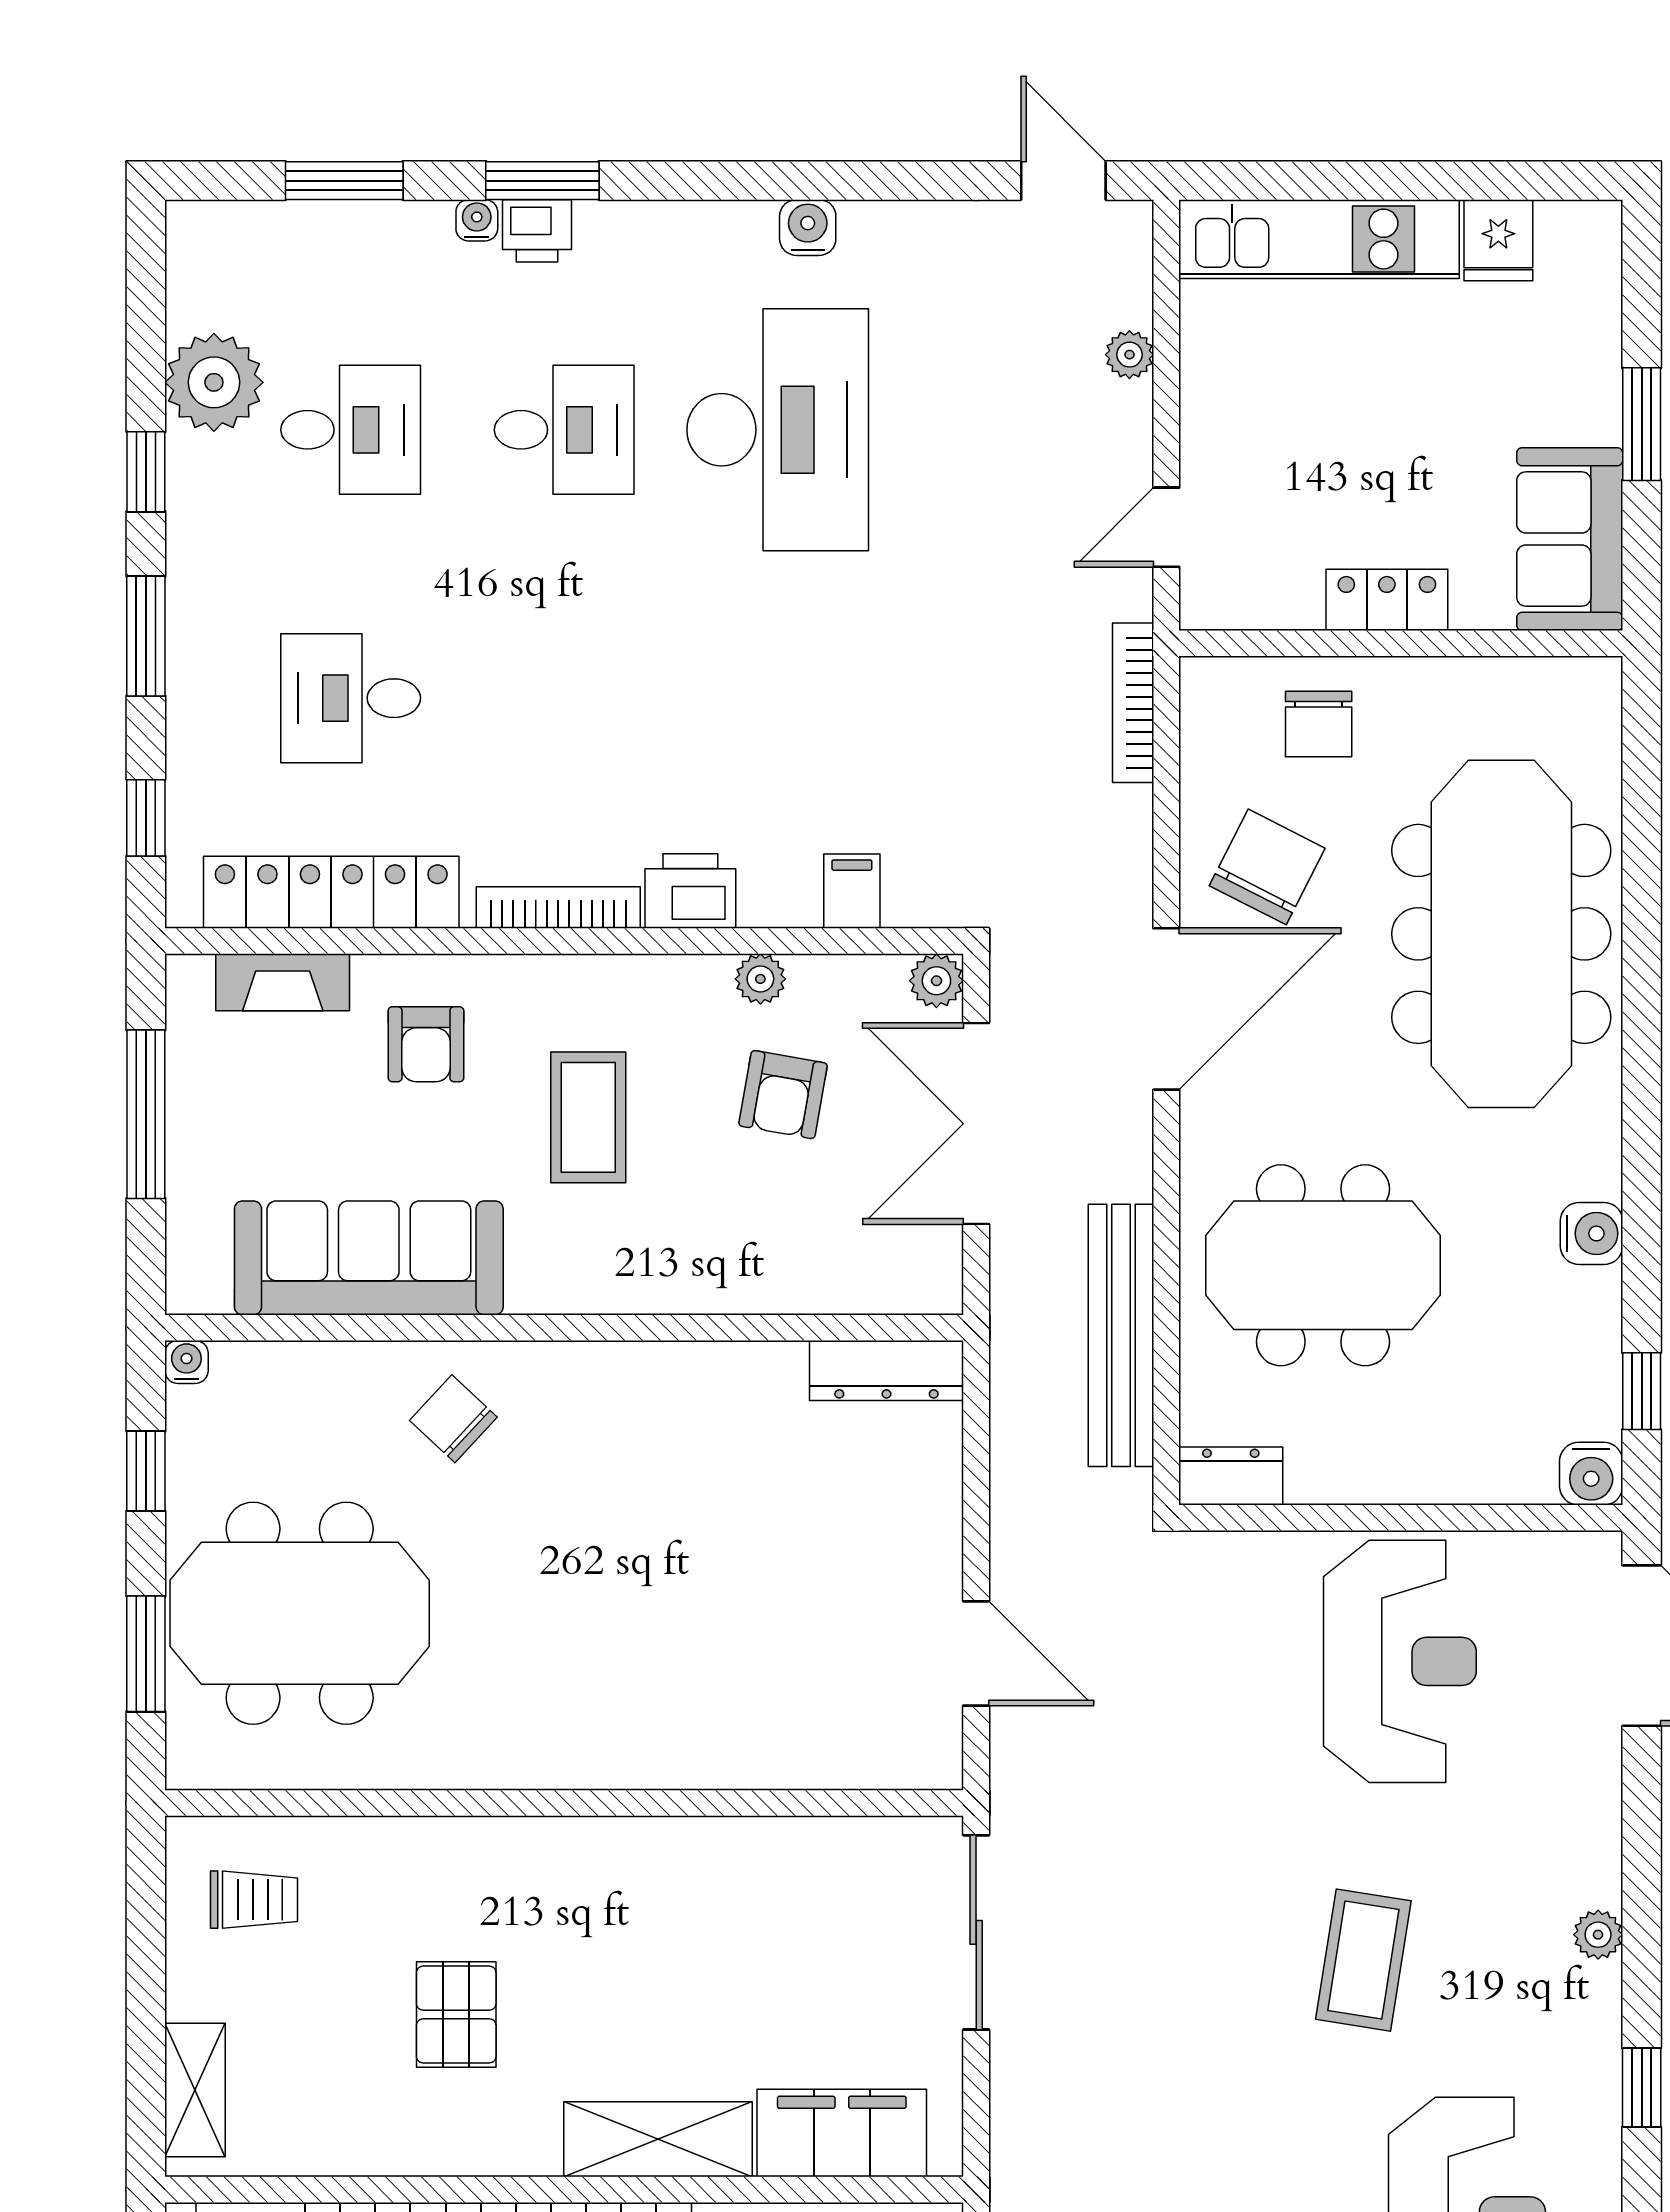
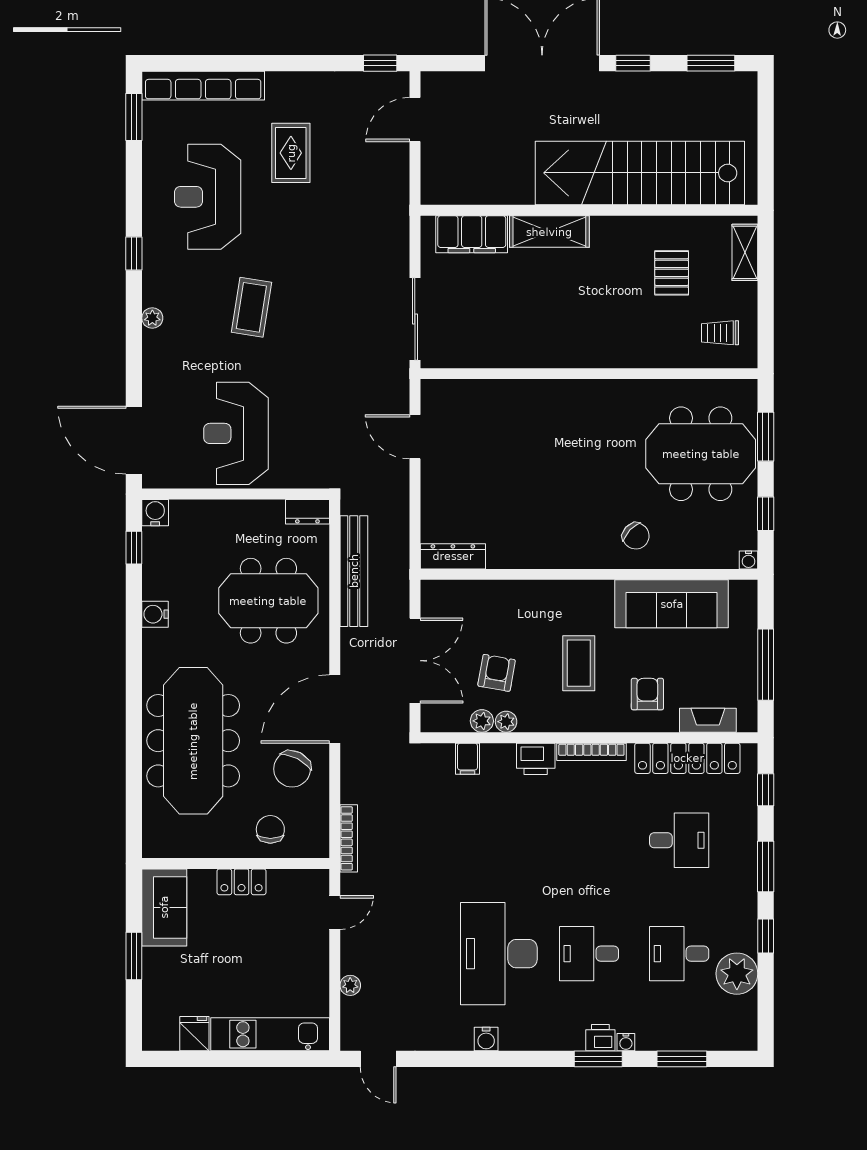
plant: (936, 981) -> (482, 721), moved
pallet: (456, 2014) -> (672, 273), moved

